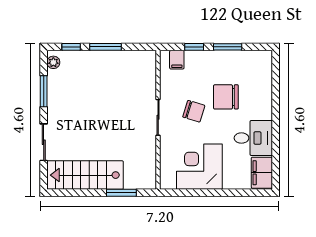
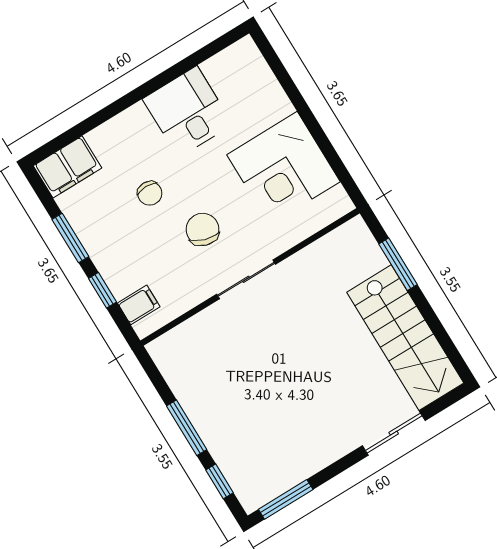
plant: (53, 62) -> (260, 494), removed
window: (44, 91) -> (286, 499), moved
chair: (226, 97) -> (150, 193), width x0.54, depth x0.54
filing cabinet: (262, 173) -> (67, 167), moved

